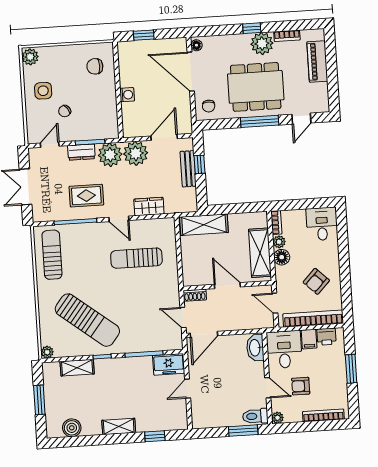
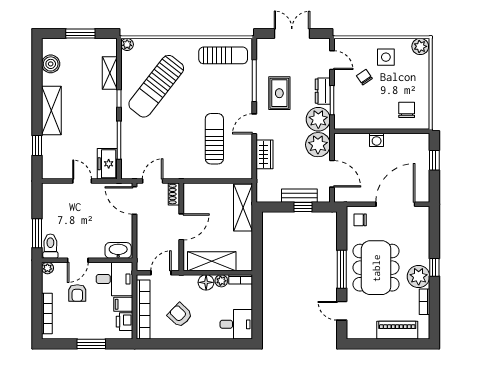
floor lamp: (196, 45) -> (421, 212), removed
armchair: (301, 386) -> (77, 293), turned 180
shelving: (119, 427) -> (51, 110), width x1.50, depth x1.33

